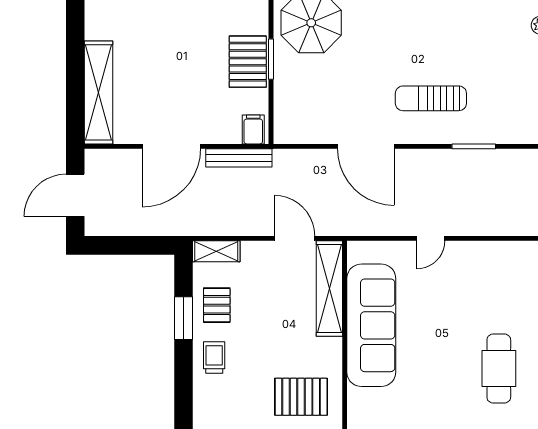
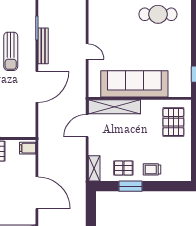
bench: (239, 158) -> (43, 46), moved

